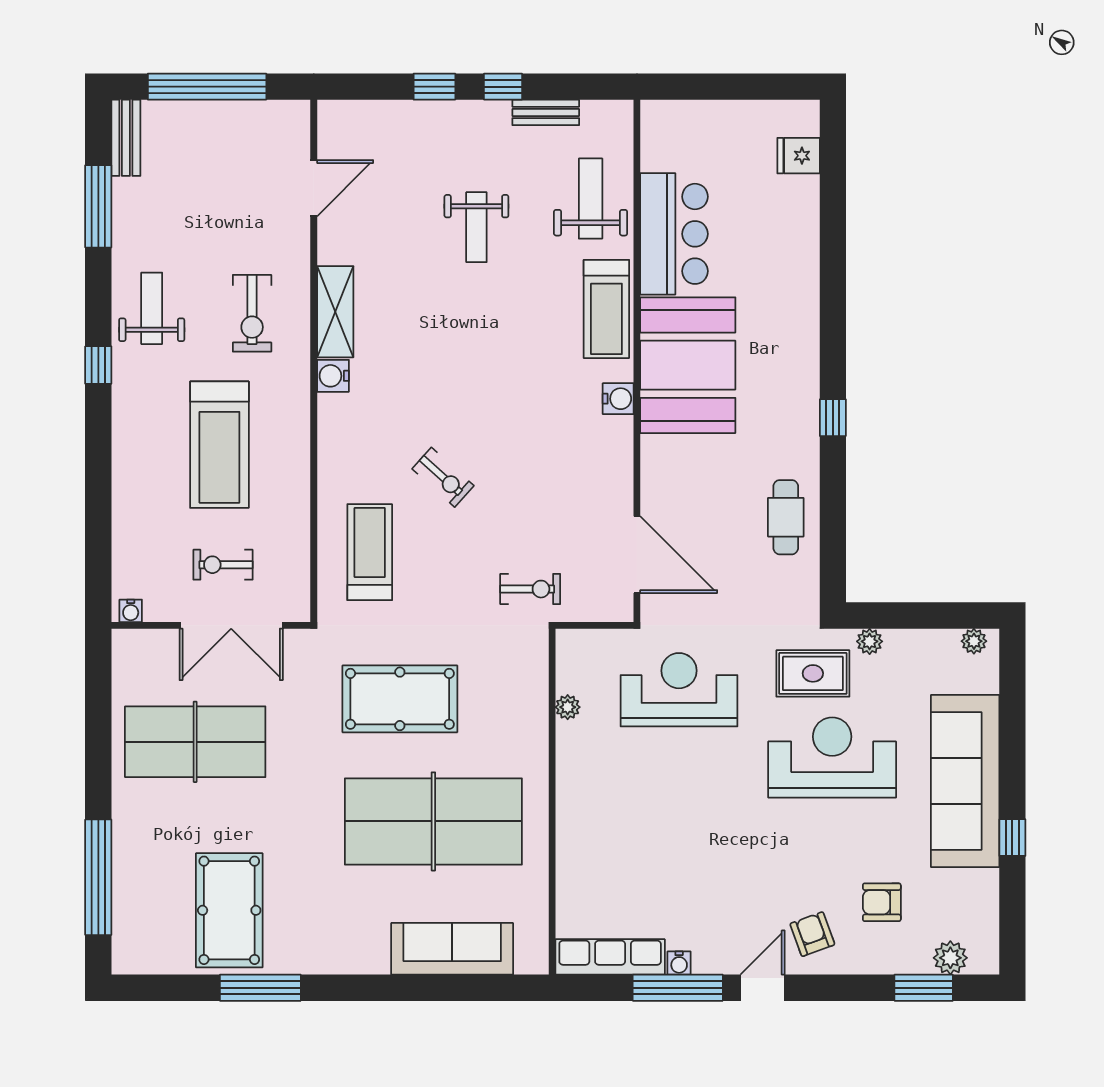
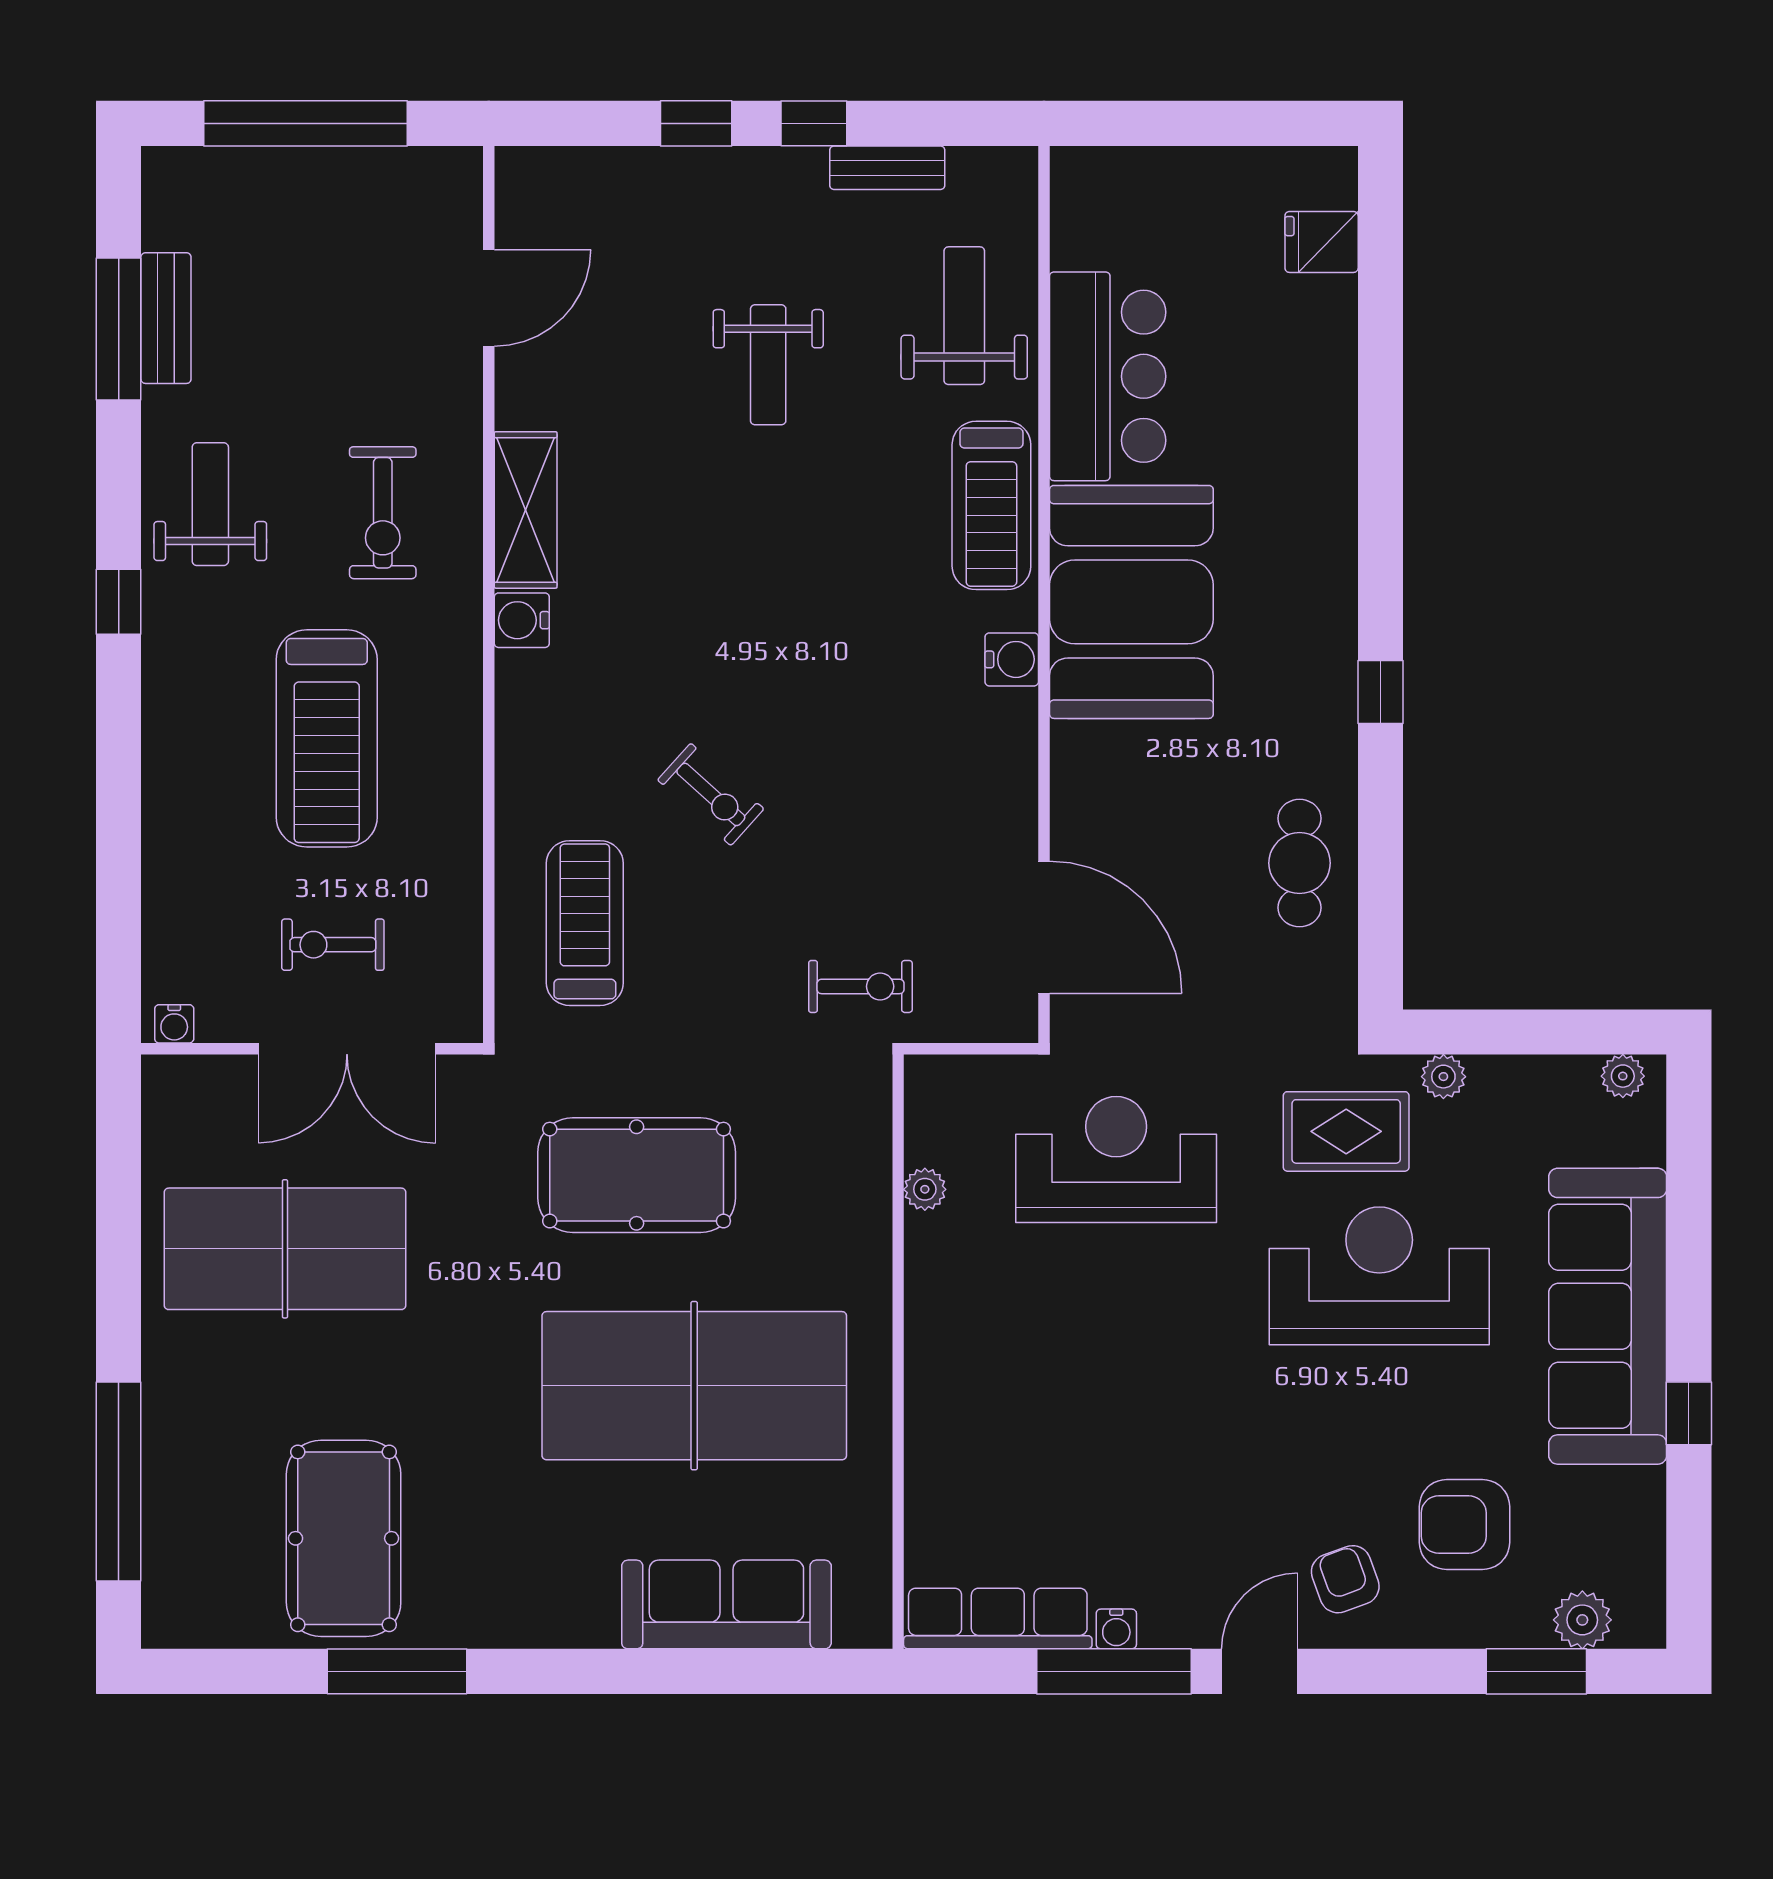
bench: (126, 138) -> (166, 318), moved
armchair: (882, 902) -> (1465, 1524), width x1.38, depth x1.38

